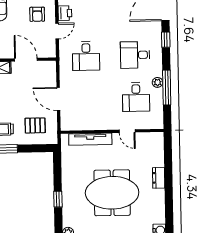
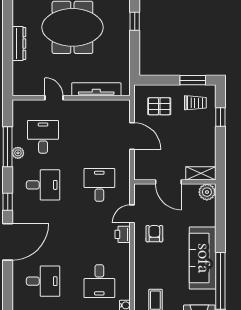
dresser: (159, 178) -> (19, 44), width x1.44

